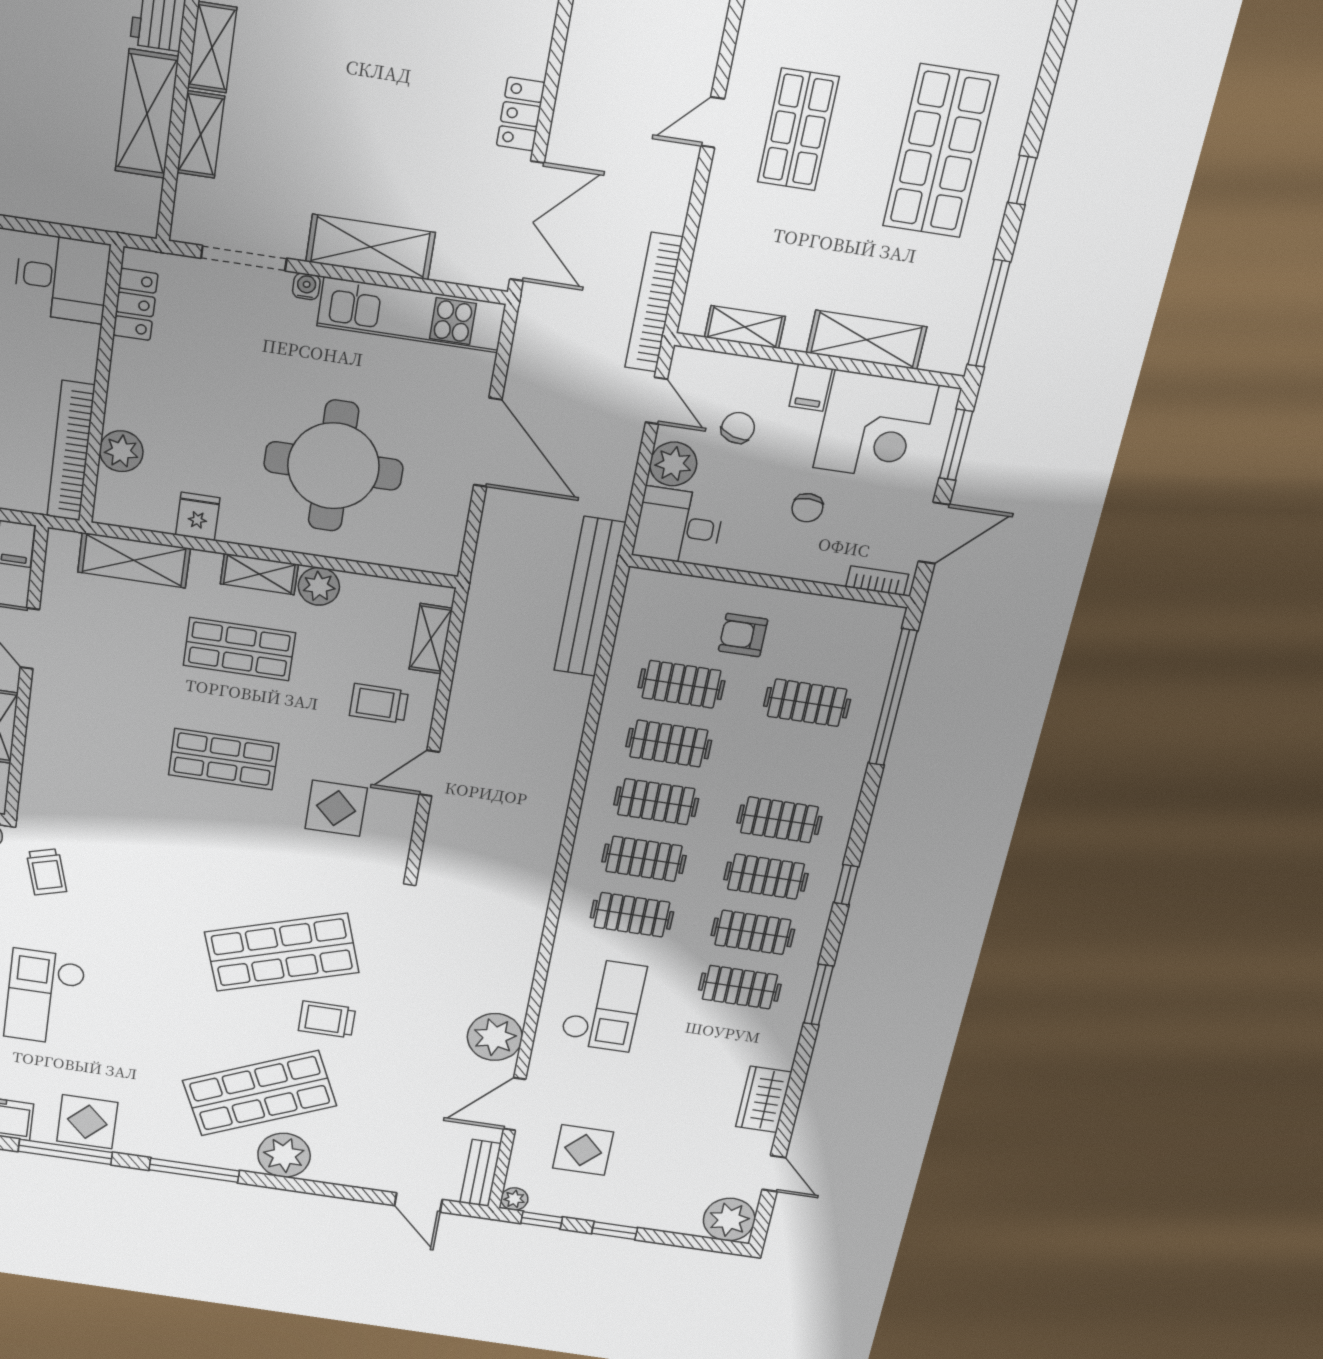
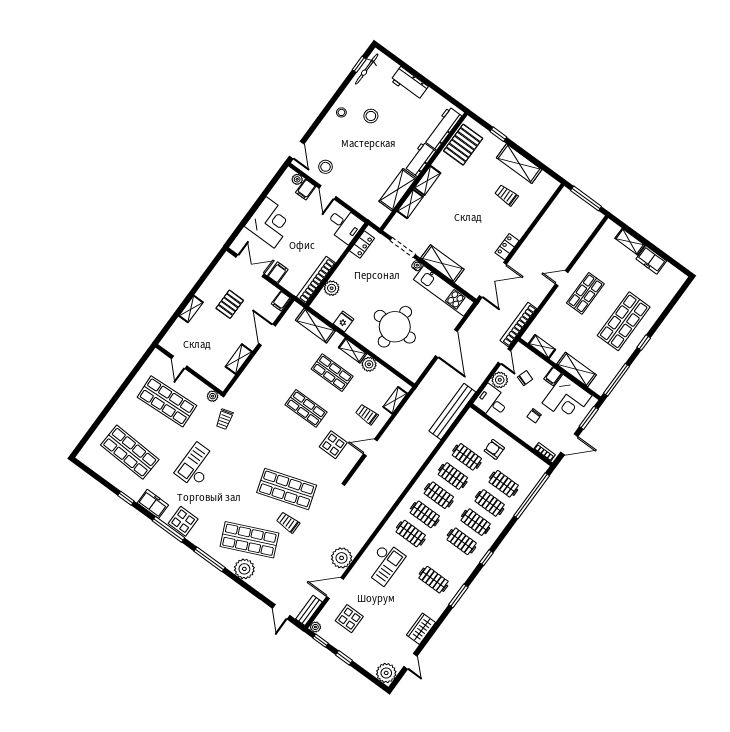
clothes rail: (753, 932) -> (490, 503), moved

